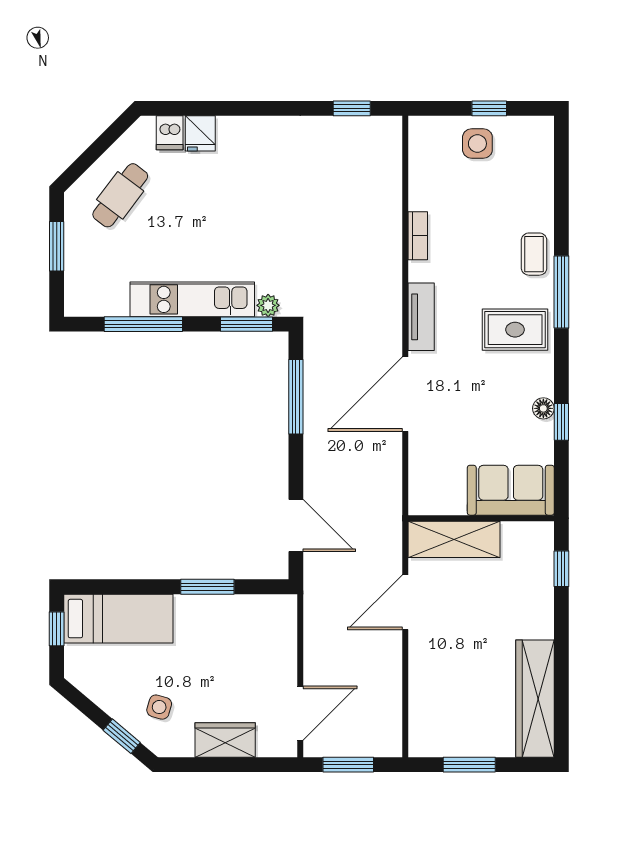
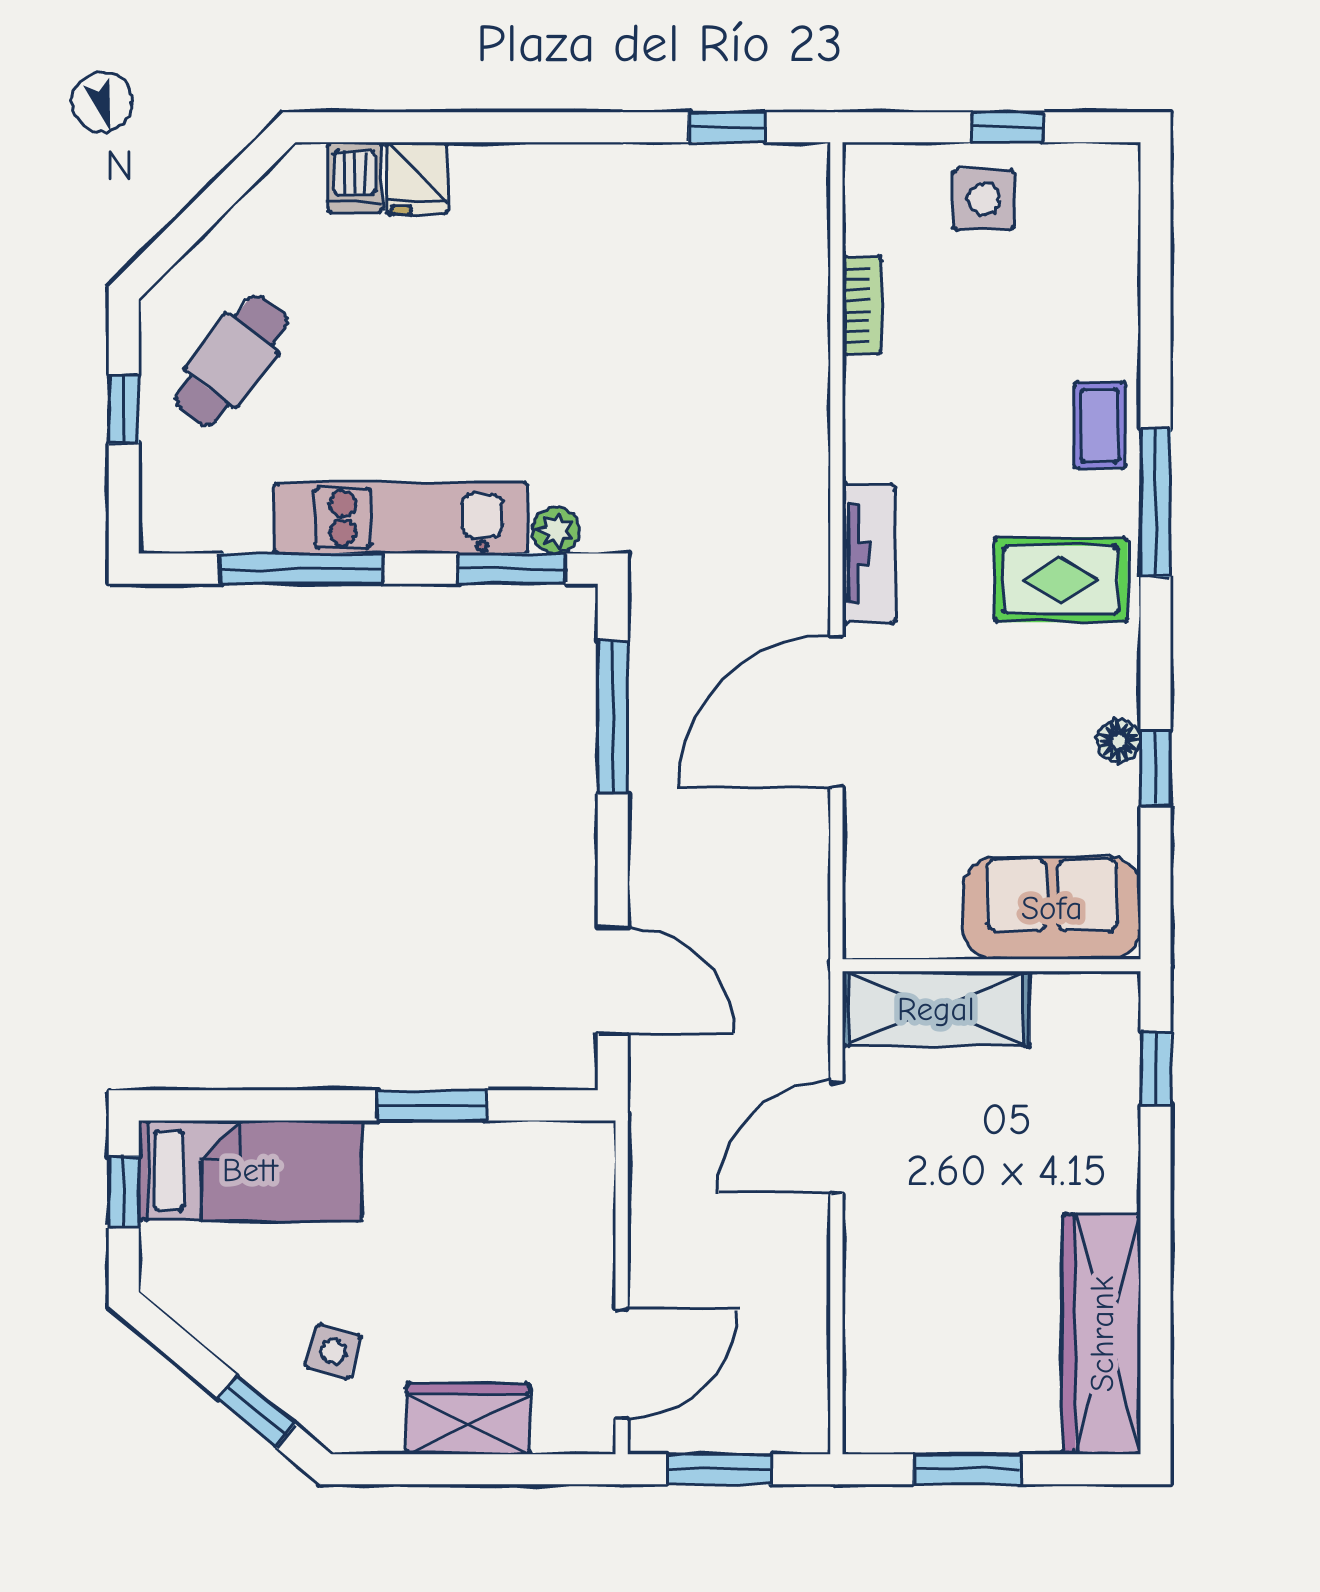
cafe table: (120, 195) -> (232, 361), moved
bookcase: (418, 236) -> (862, 305), moved
window: (57, 246) -> (124, 409), width x0.67

